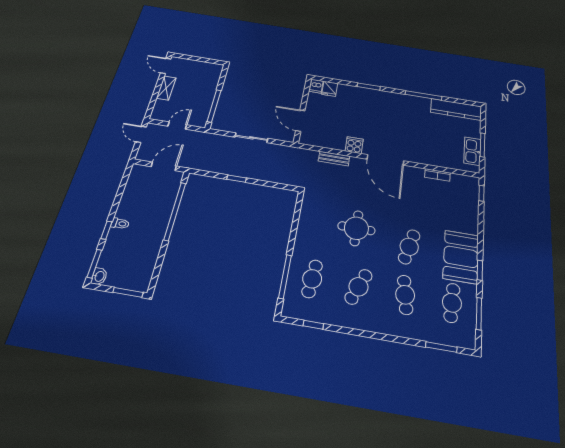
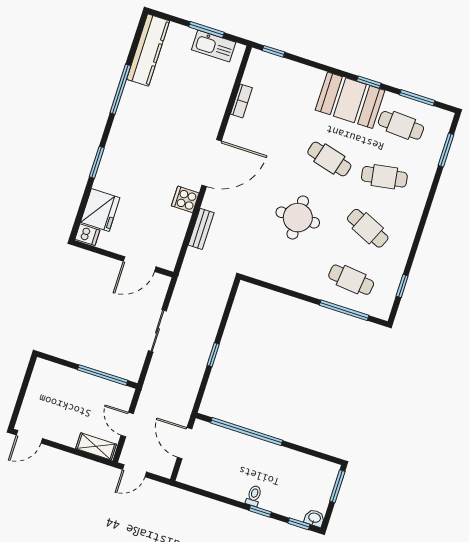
shelving: (166, 88) -> (96, 446), moved
fridge: (330, 89) -> (100, 210), width x1.88, depth x1.34
window: (94, 264) -> (299, 524), width x0.67

